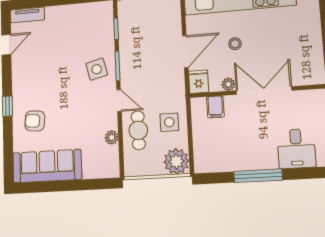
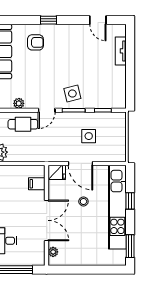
tv unit: (27, 15) -> (121, 51), moved
plant: (228, 84) -> (53, 252), moved
armchair: (35, 121) -> (35, 42), turned 85
side table: (169, 122) -> (89, 136), moved

